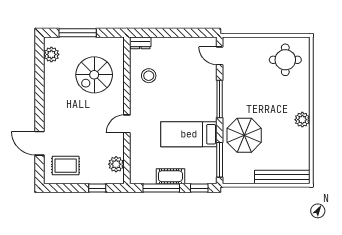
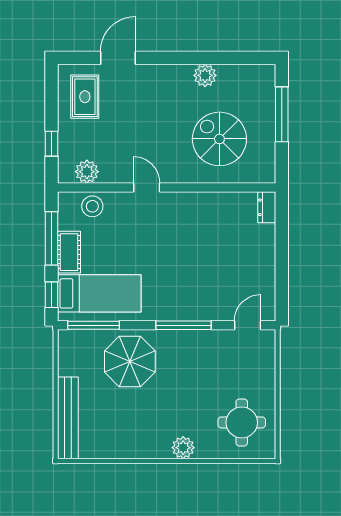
plant: (51, 54) -> (205, 75), moved
stool: (149, 76) -> (92, 206), moved
plant: (302, 120) -> (183, 448), moved
bed: (189, 134) -> (99, 293), moved, turned 90

